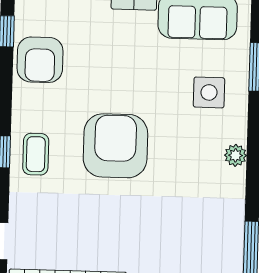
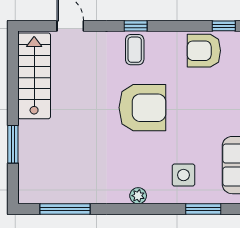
coffee table: (36, 154) -> (135, 50), turned 90

